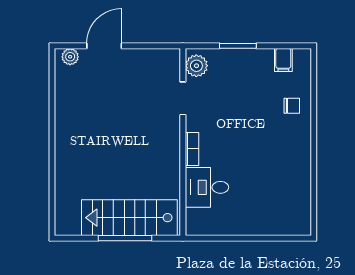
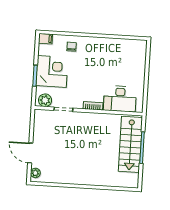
filing cabinet: (283, 60) -> (45, 39), moved
corner desk: (247, 75) -> (52, 72), added
desk: (207, 187) -> (120, 99), width x1.37

